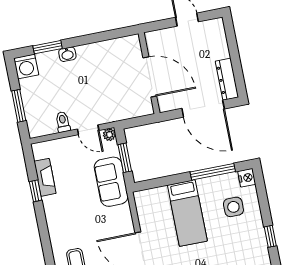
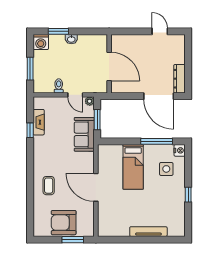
wall: (149, 73) -> (109, 64), moved
door: (150, 77) -> (109, 66), moved

